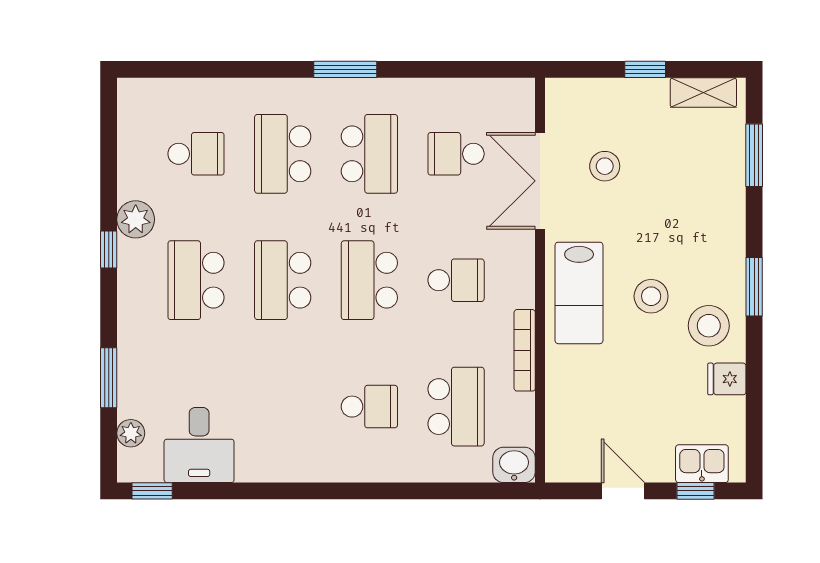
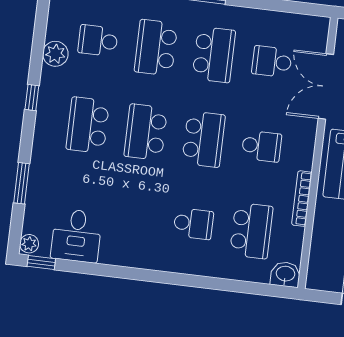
school desk: (196, 154) -> (98, 41), turned 180
plant: (136, 219) -> (55, 54), moved
school desk: (369, 280) -> (204, 139), turned 180
plant: (131, 433) -> (29, 244), moved

